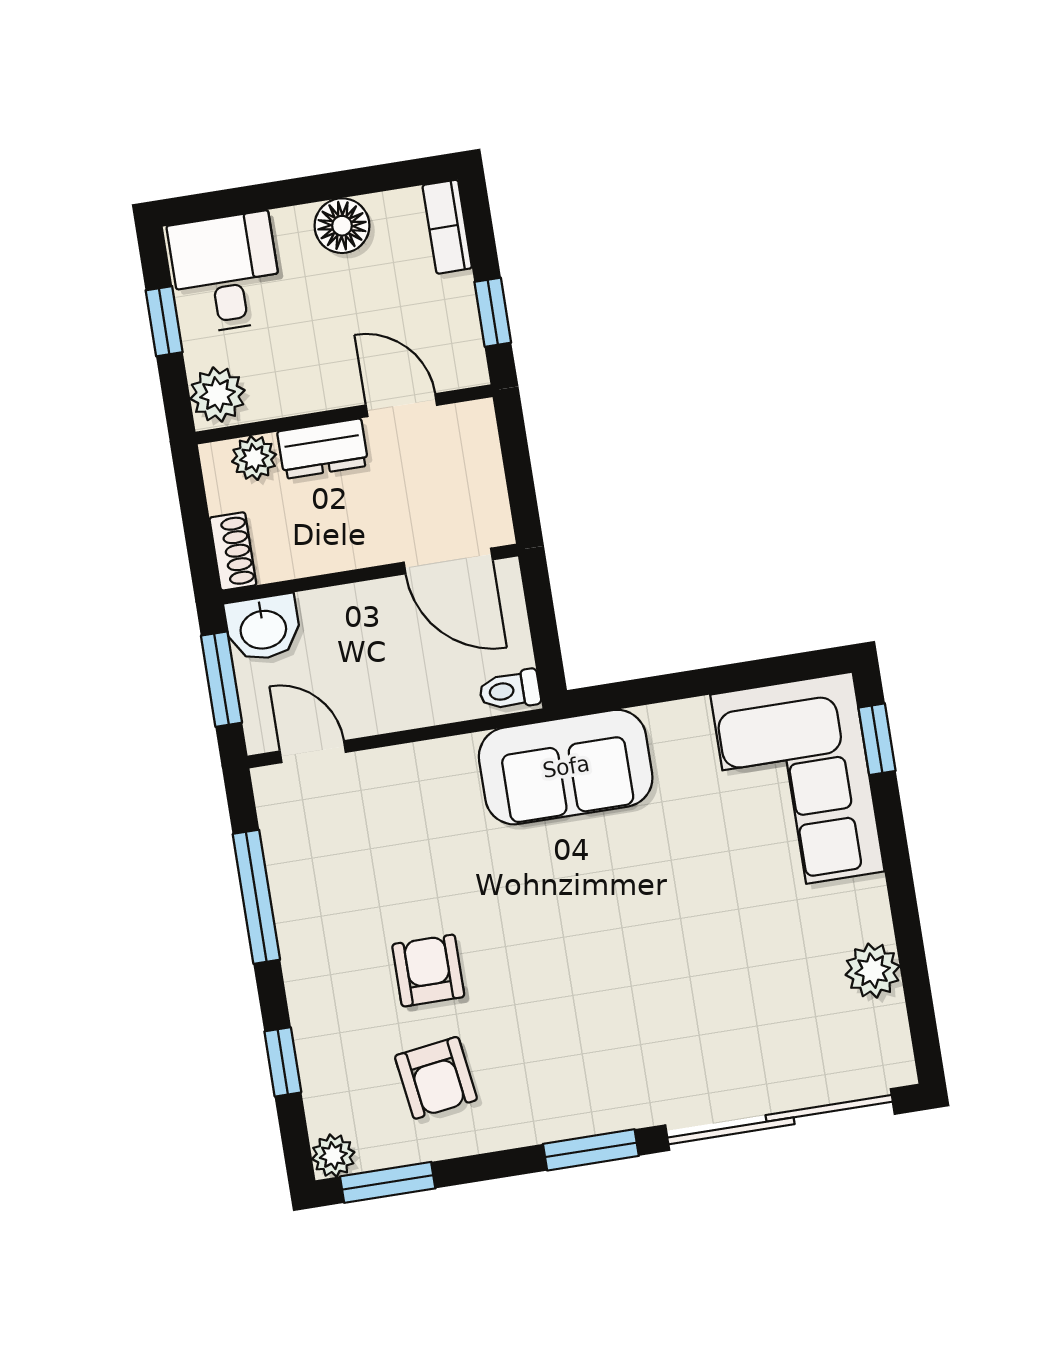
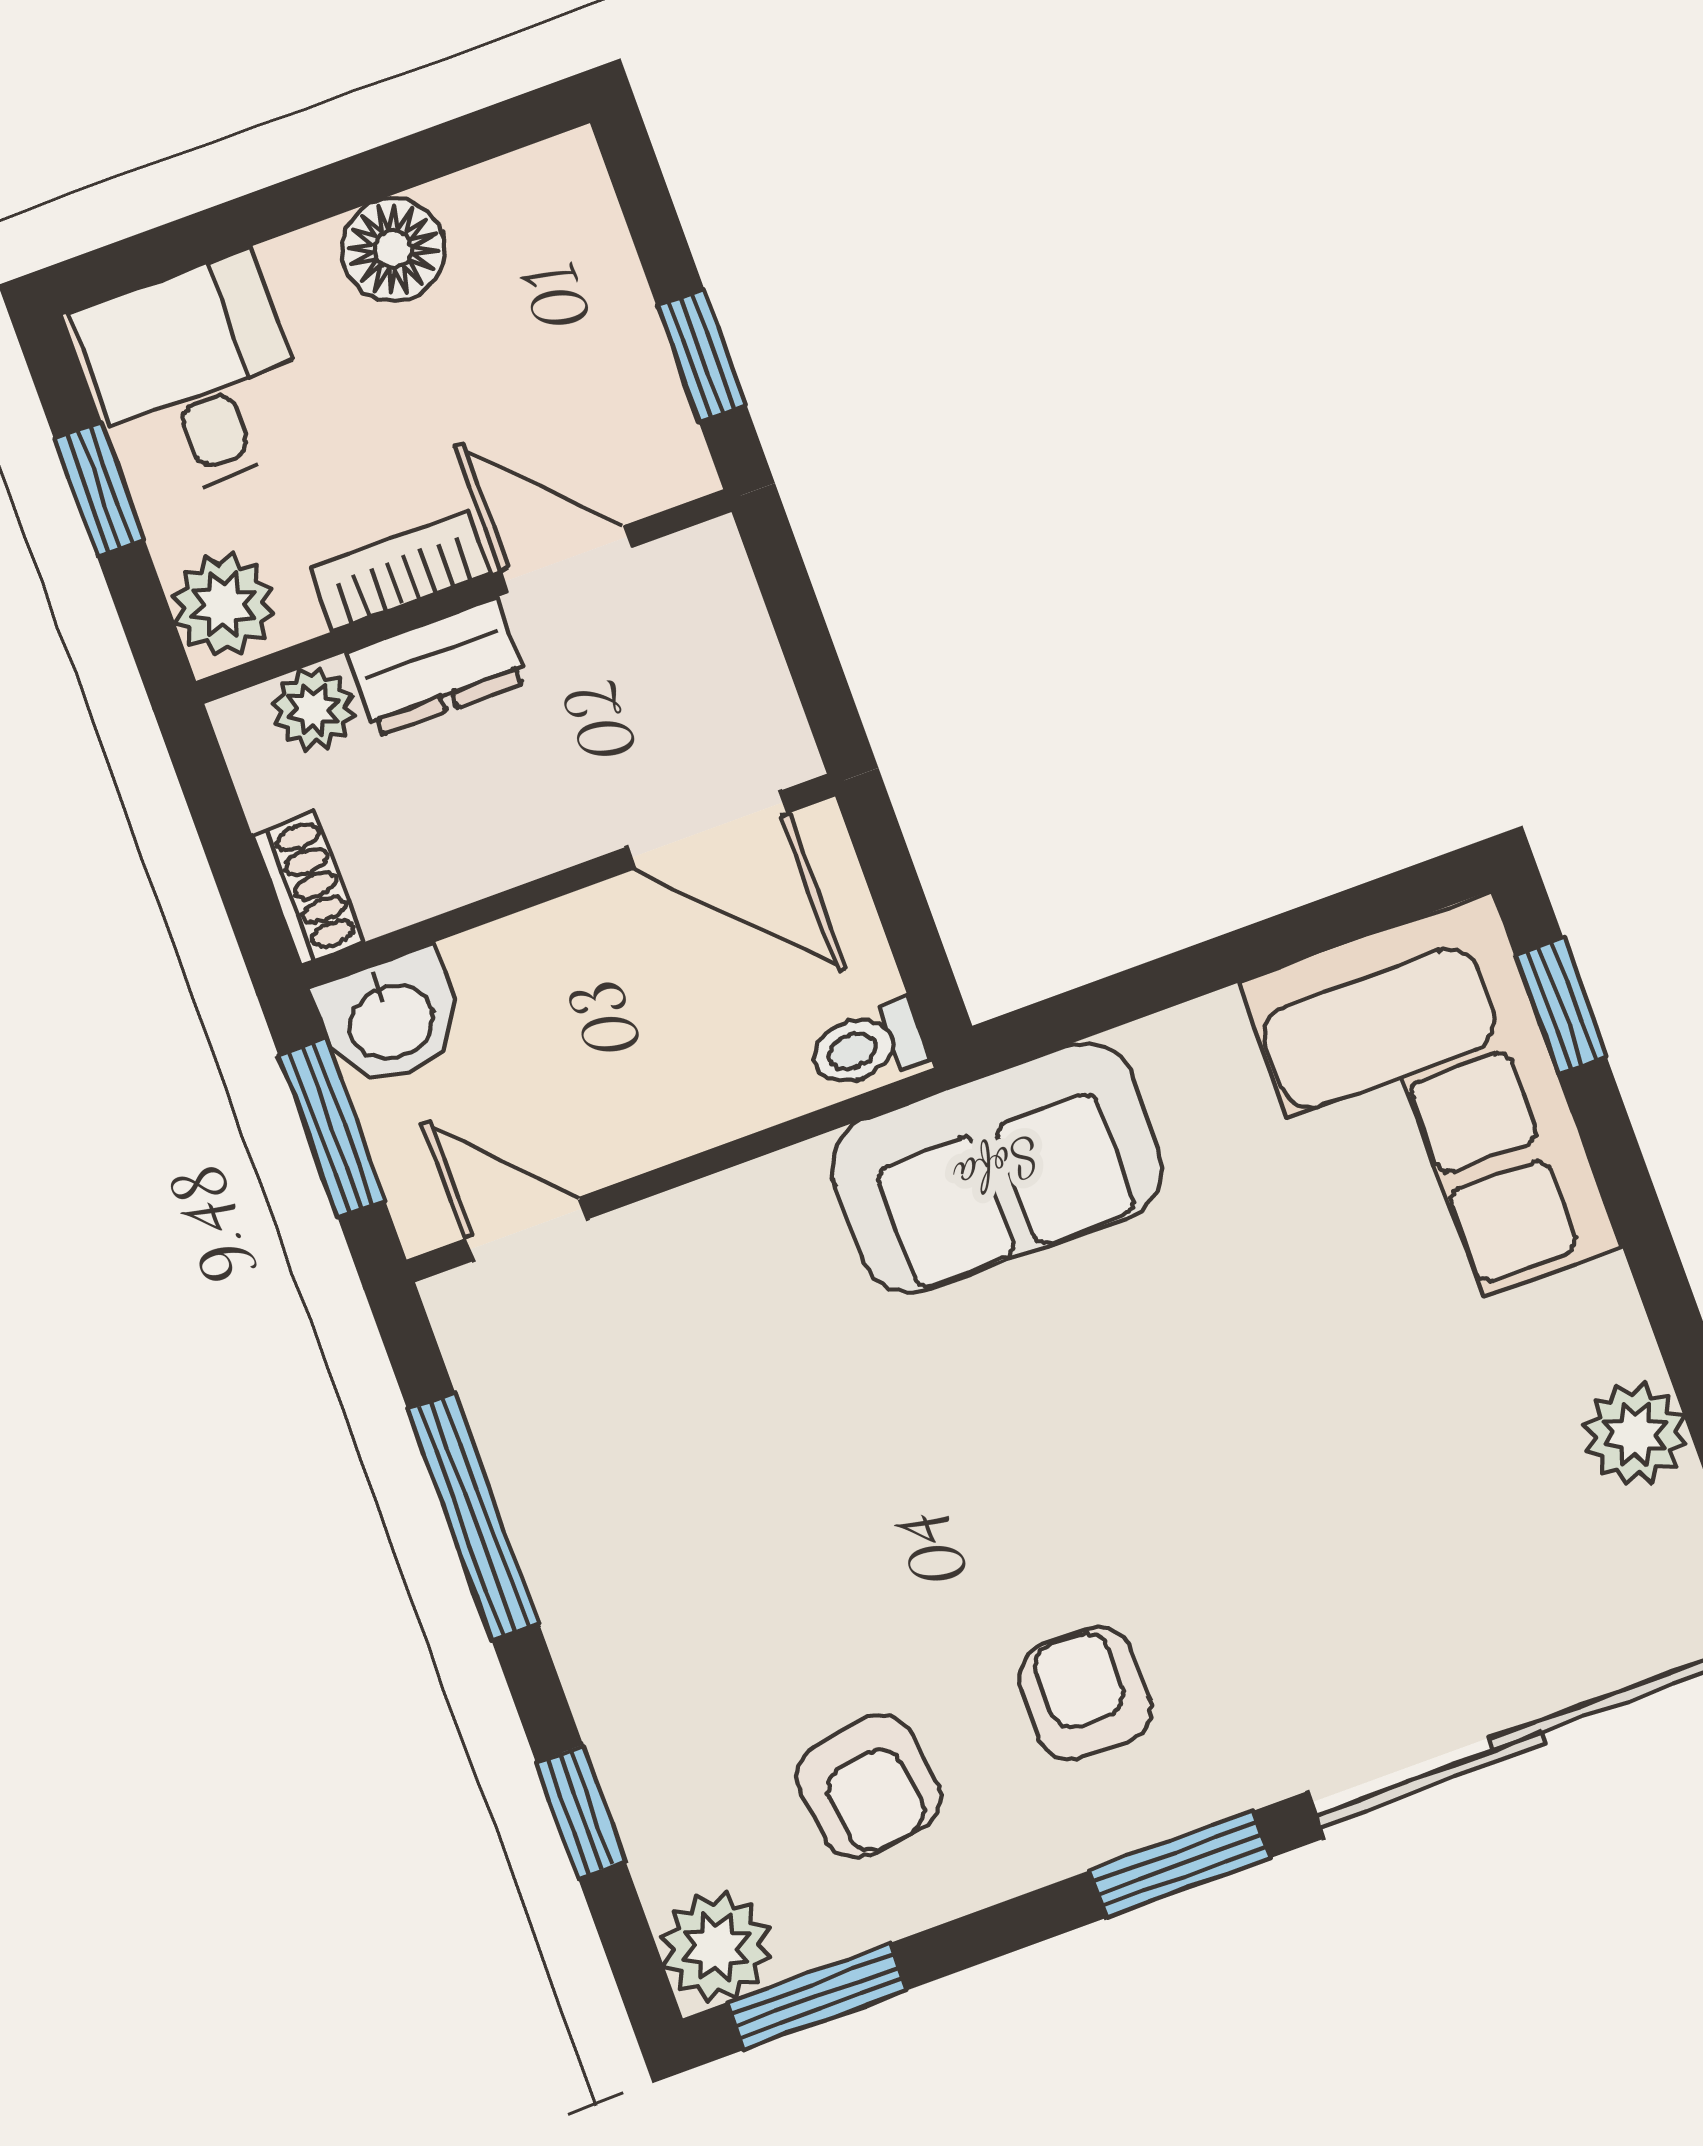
bookcase: (447, 227) -> (400, 571), moved, turned 90
armchair: (428, 971) -> (1085, 1693), moved
plant: (333, 1156) -> (716, 1947), width x1.38, depth x1.38

